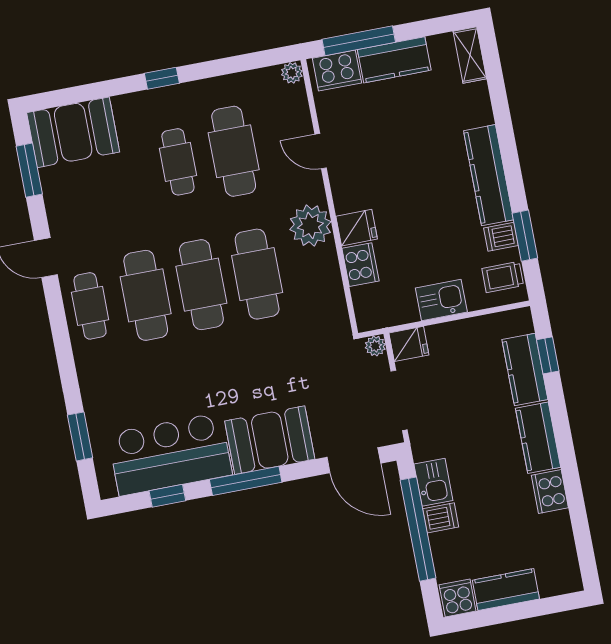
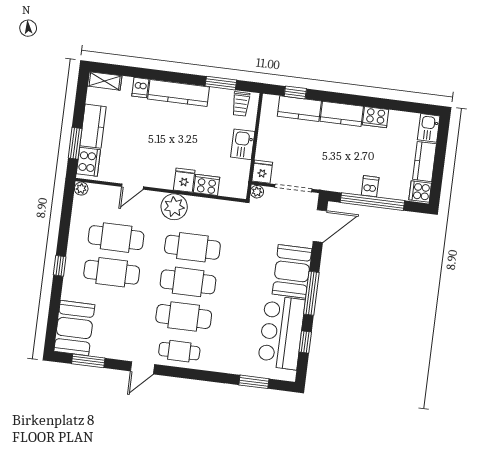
window: (359, 41) -> (75, 143), width x0.69
cafe table: (178, 162) -> (112, 272), width x1.37, depth x1.35
dishwasher: (501, 237) -> (140, 88), moved
kitchen sink: (433, 482) -> (429, 128), moved, turned -90

